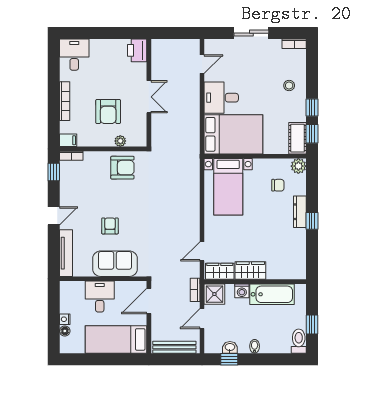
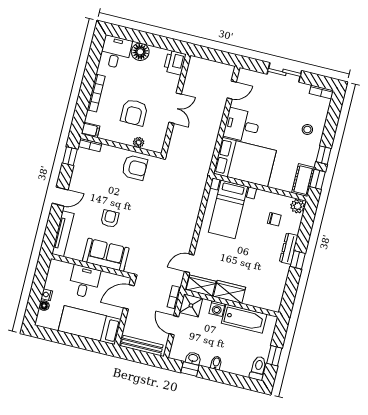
floor lamp: (99, 48) -> (140, 52), added
door: (202, 319) -> (174, 325), hinge flipped

